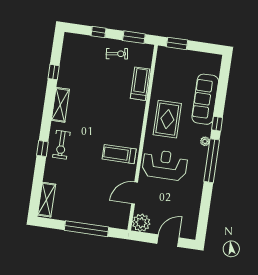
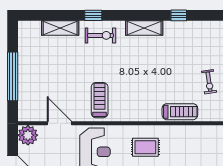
rug: (167, 119) -> (145, 147), width x0.73, depth x0.70
exercise bike: (61, 145) -> (100, 35), turned 180
shelving: (47, 200) -> (60, 28), moved

